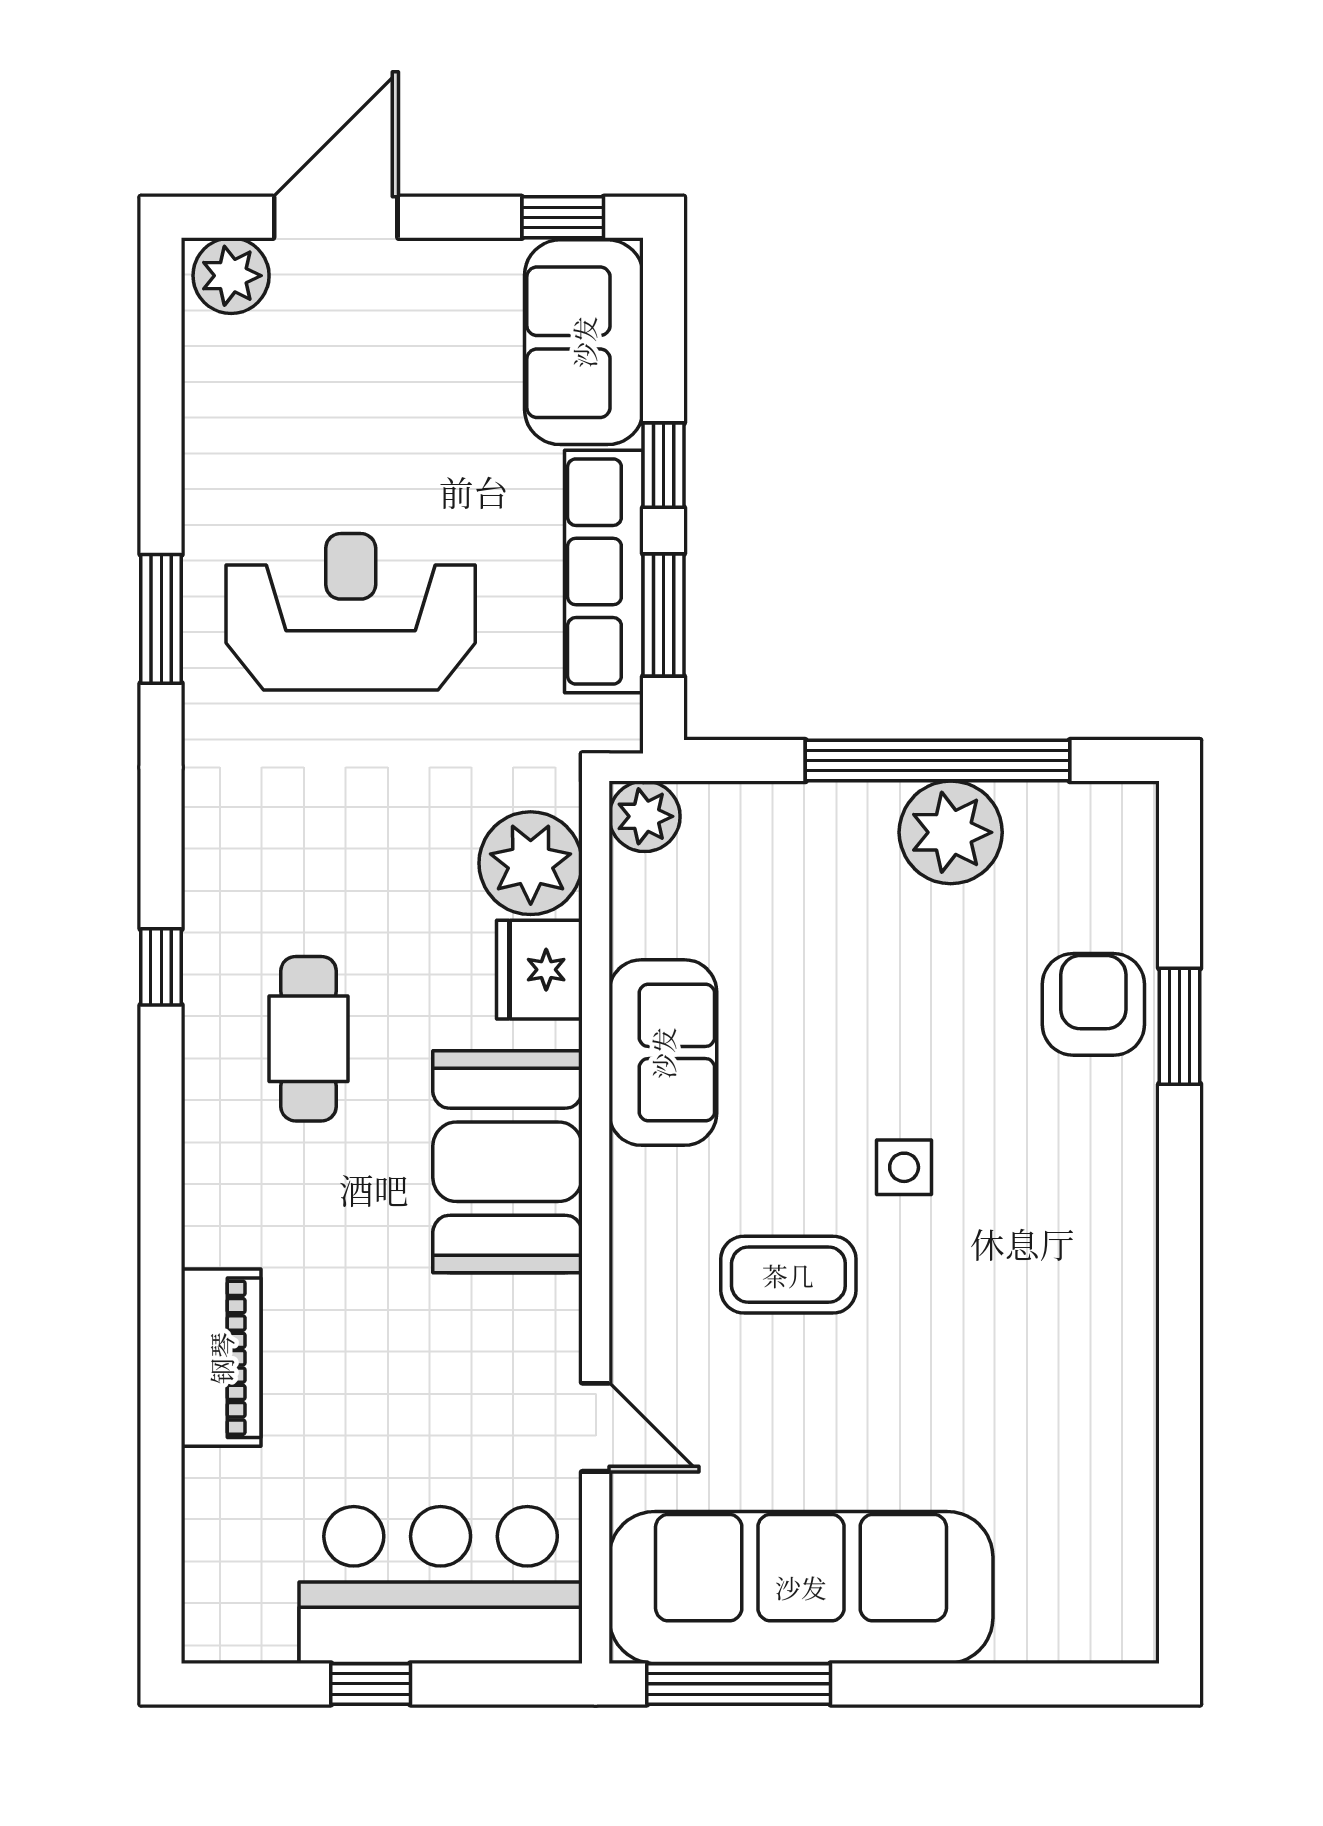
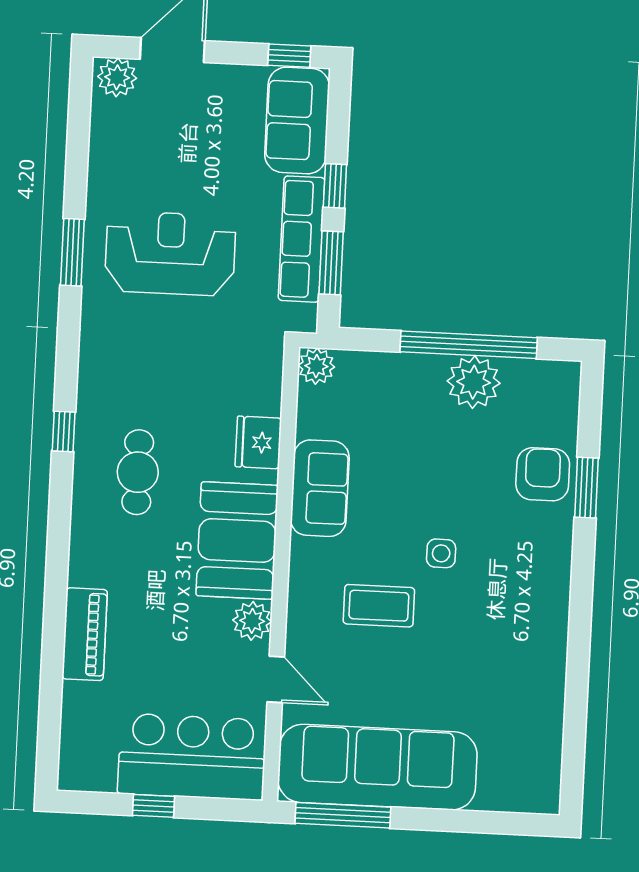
plant: (531, 863) -> (252, 621), moved, width x0.73, depth x0.73

